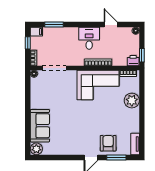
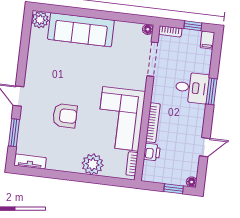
window: (54, 25) -> (212, 91), moved
desk: (89, 38) -> (192, 88), moved
window: (142, 55) -> (174, 189), moved
printer: (133, 61) -> (152, 152), moved
sofa: (40, 126) -> (81, 30), width x1.36
armchair: (108, 143) -> (65, 116), moved

